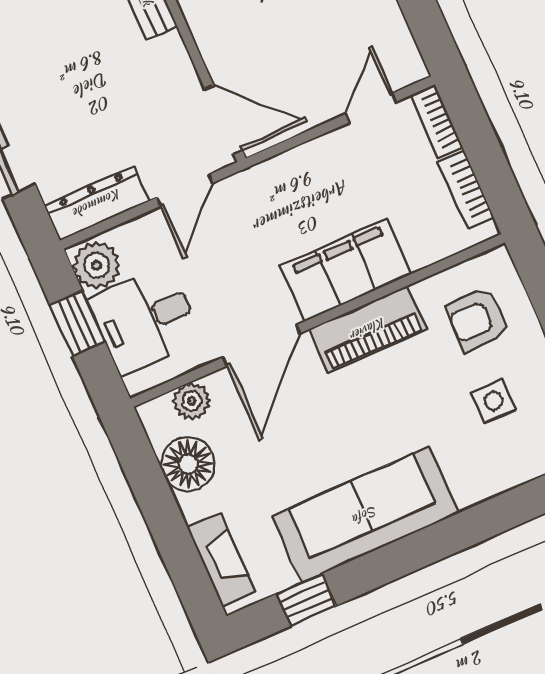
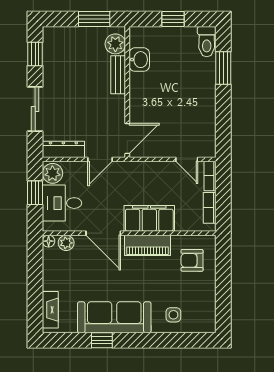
door: (371, 108) -> (187, 159), swing flipped
door: (224, 120) -> (127, 139), hinge flipped
door: (262, 345) -> (103, 233), hinge flipped
side table: (494, 401) -> (173, 315), moved
floor lamp: (188, 464) -> (49, 241), moved, width x0.53, depth x0.53
window: (306, 600) -> (102, 340), moved

